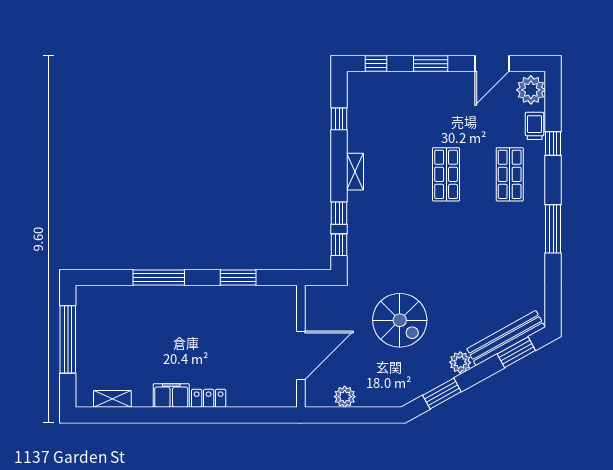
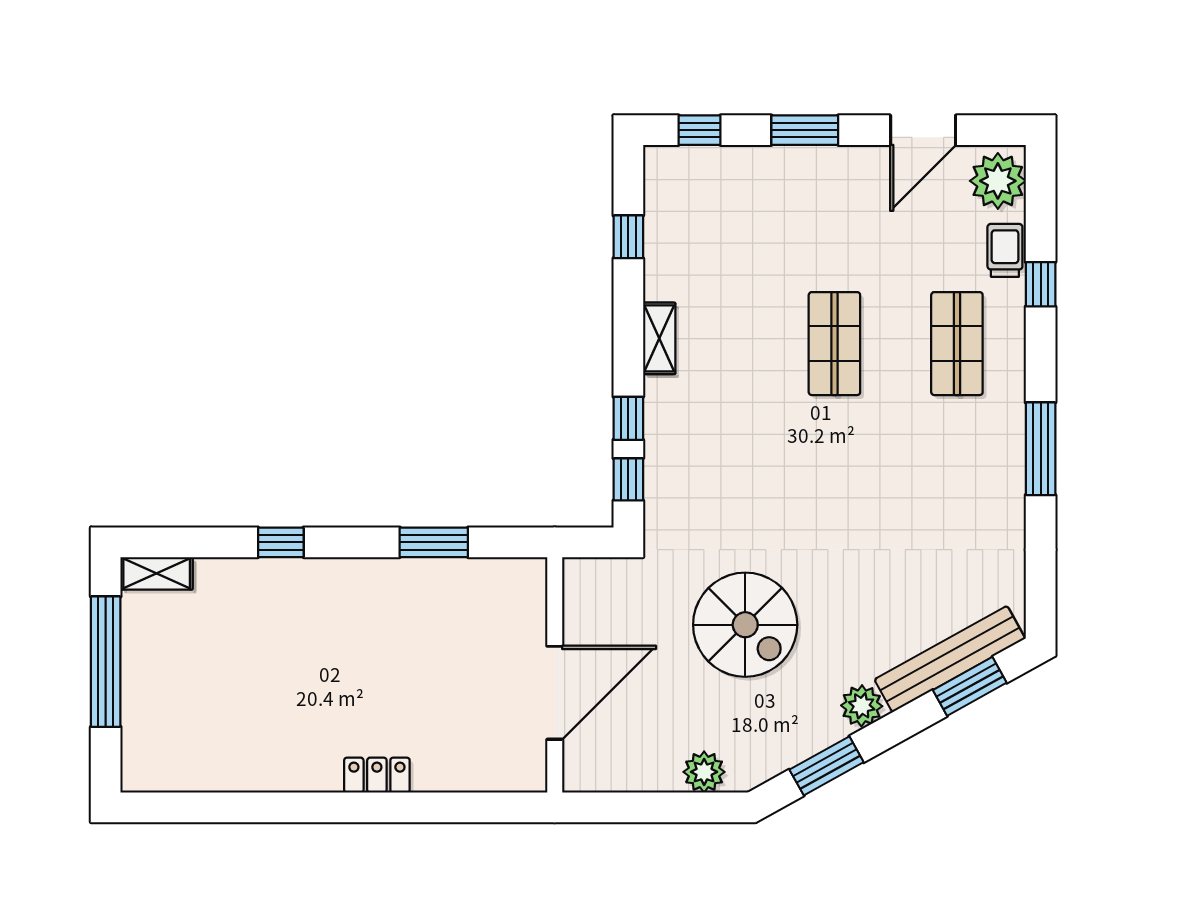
window: (159, 277) -> (281, 542), width x0.46
filing cabinet: (171, 395) -> (305, 770), removed
plant: (345, 397) -> (704, 772), moved
shelving: (112, 399) -> (157, 573), moved

